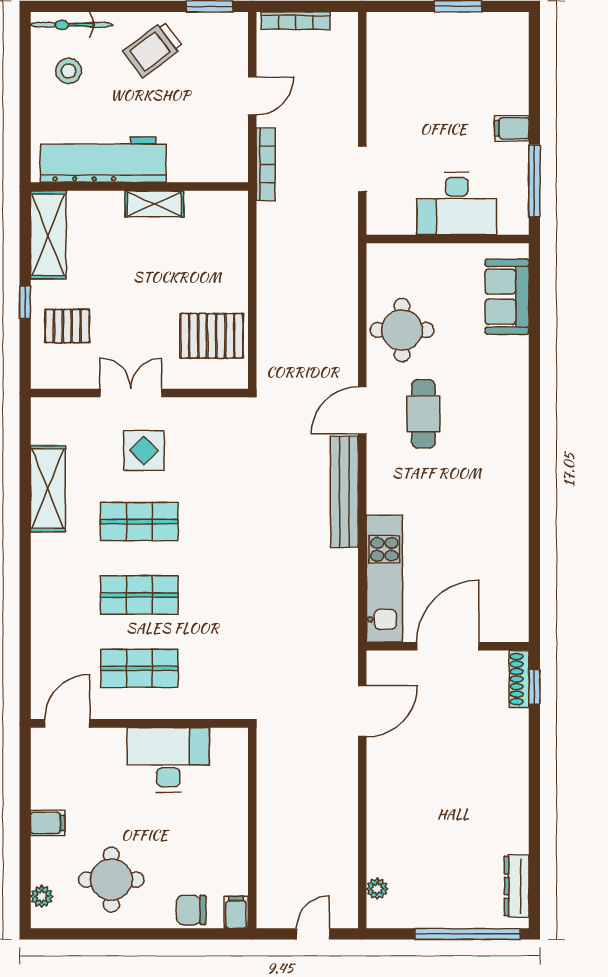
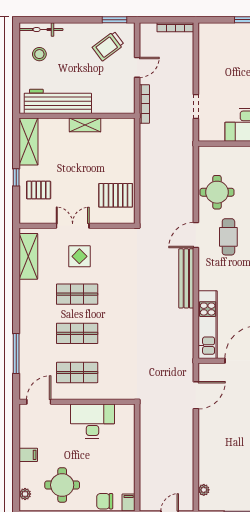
bookcase: (296, 21) -> (175, 27), moved
trolley: (153, 49) -> (108, 46), moved
shelving: (48, 489) -> (28, 256), moved
window: (25, 633) -> (16, 353), added

